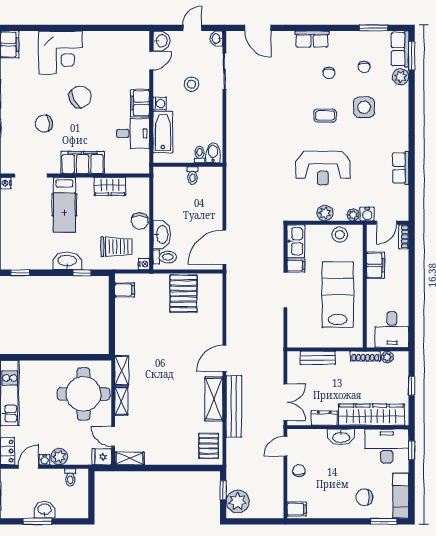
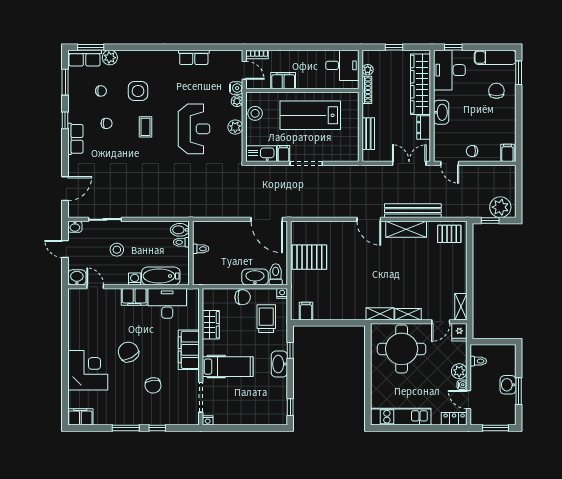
window: (332, 28) -> (65, 120), added
desk: (133, 133) -> (167, 303), width x1.37
chair: (364, 497) -> (496, 91), turned 180

